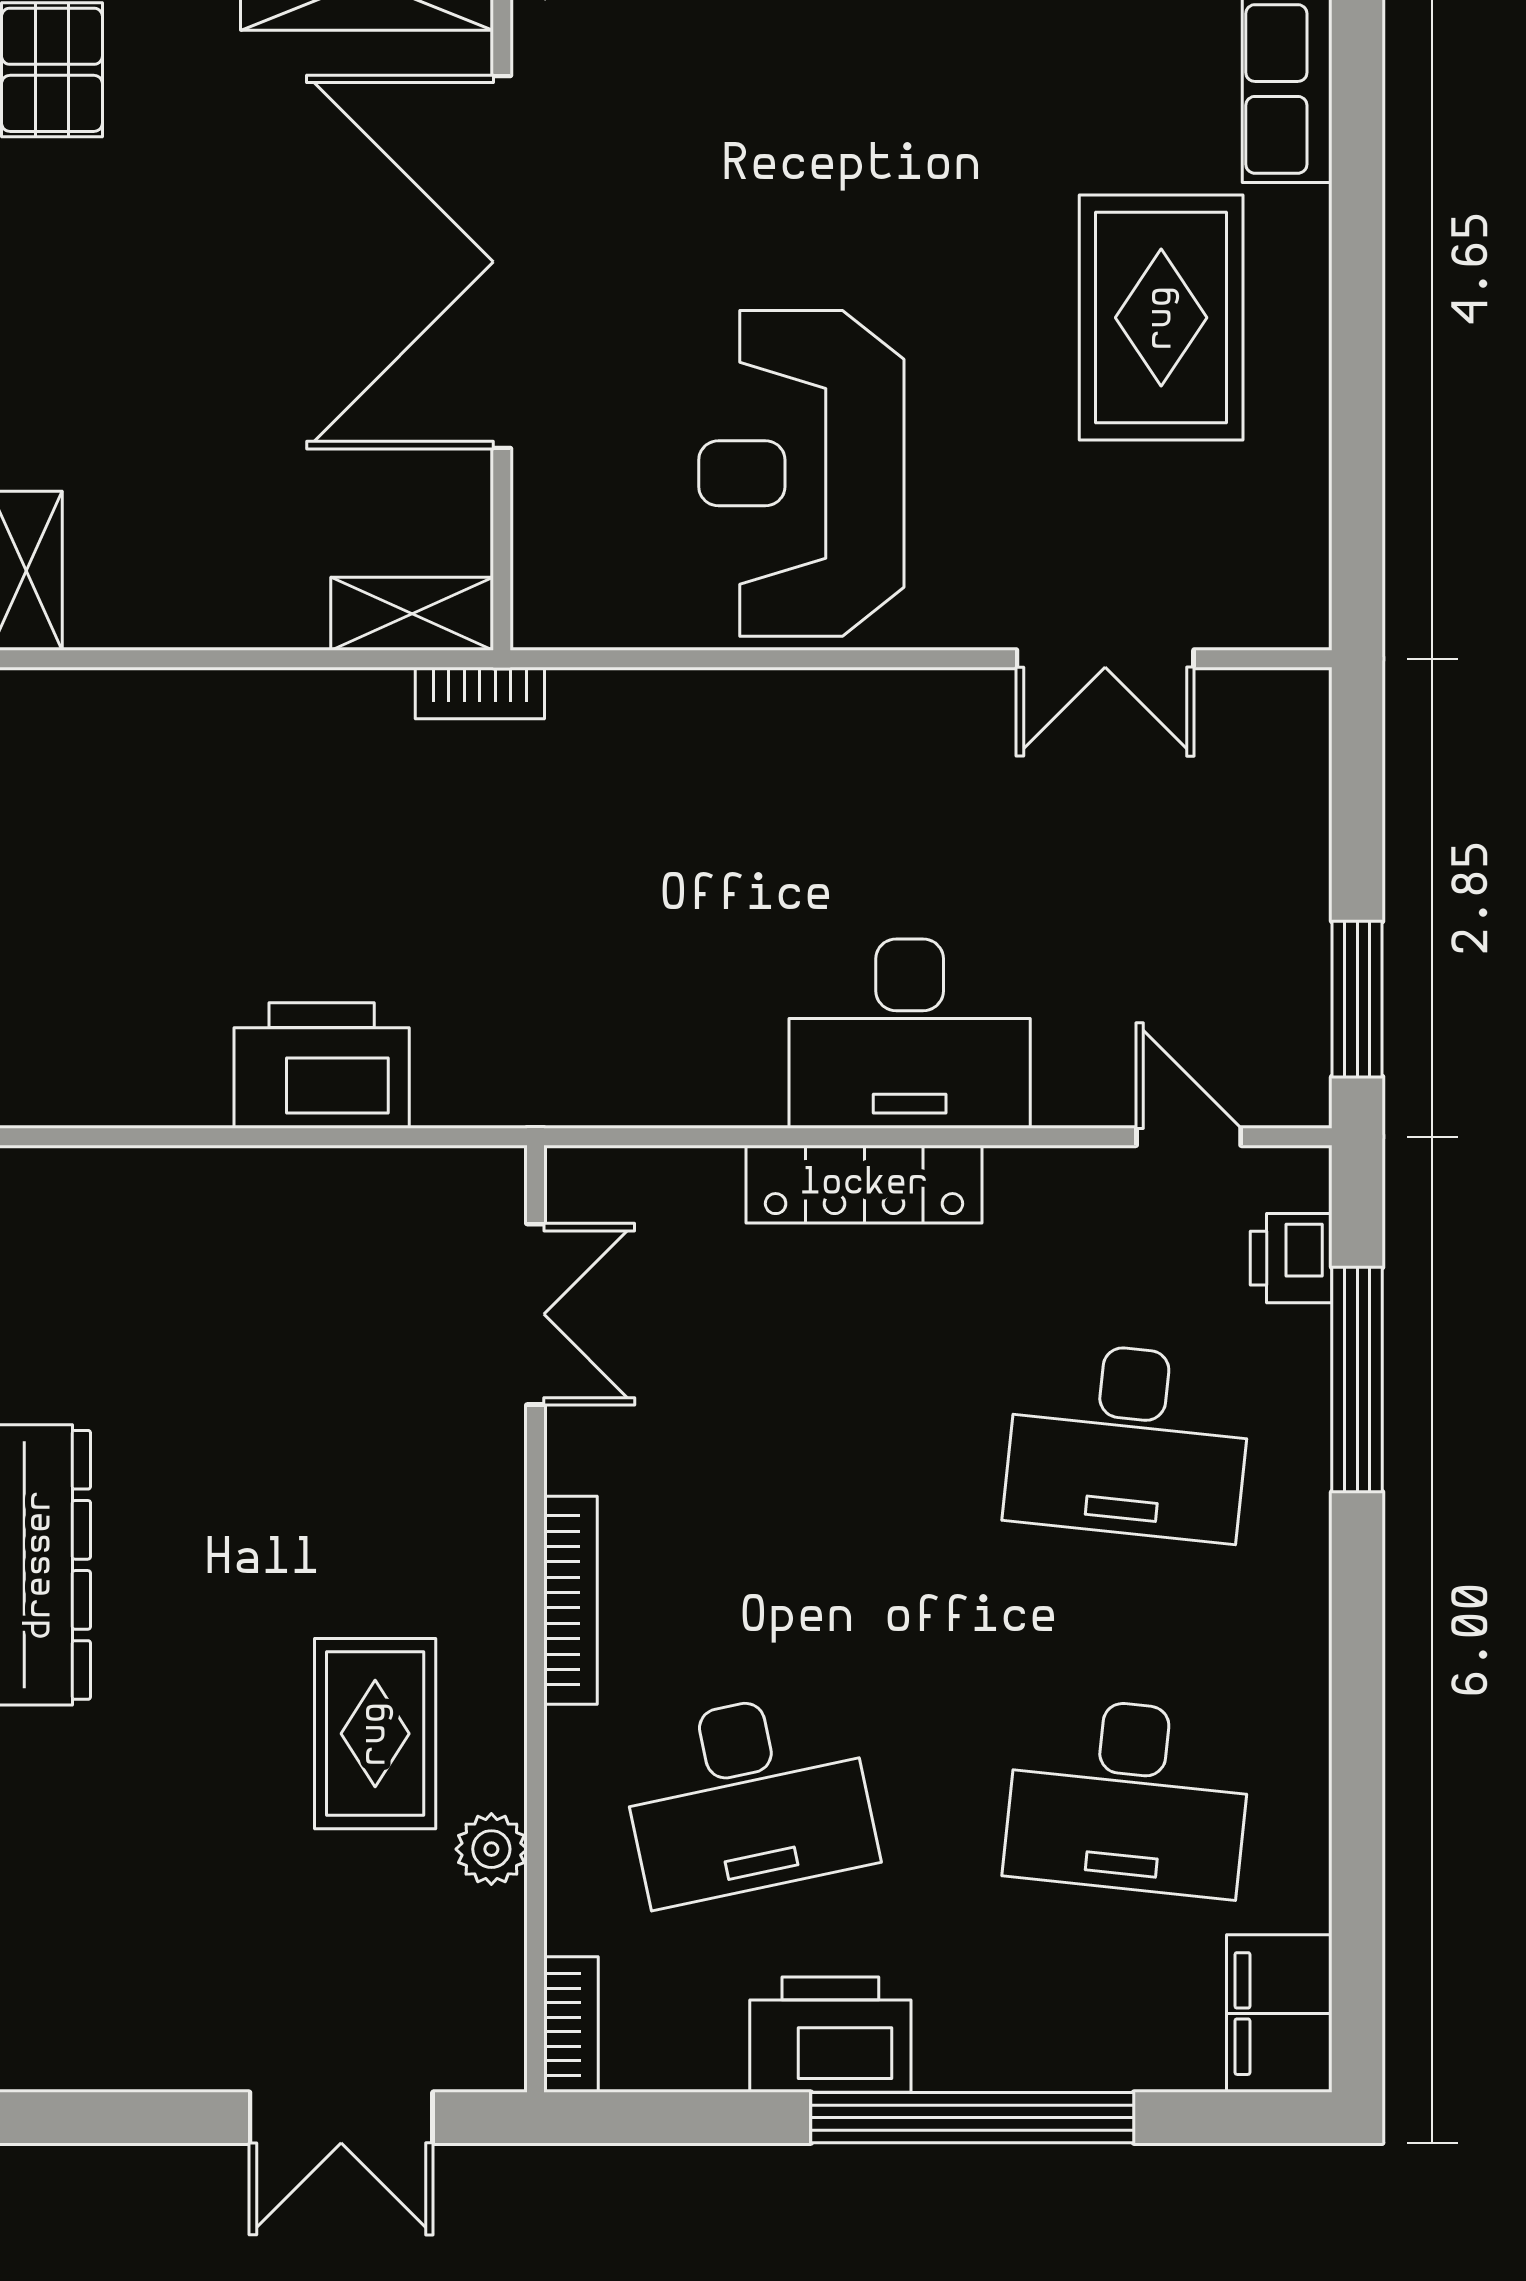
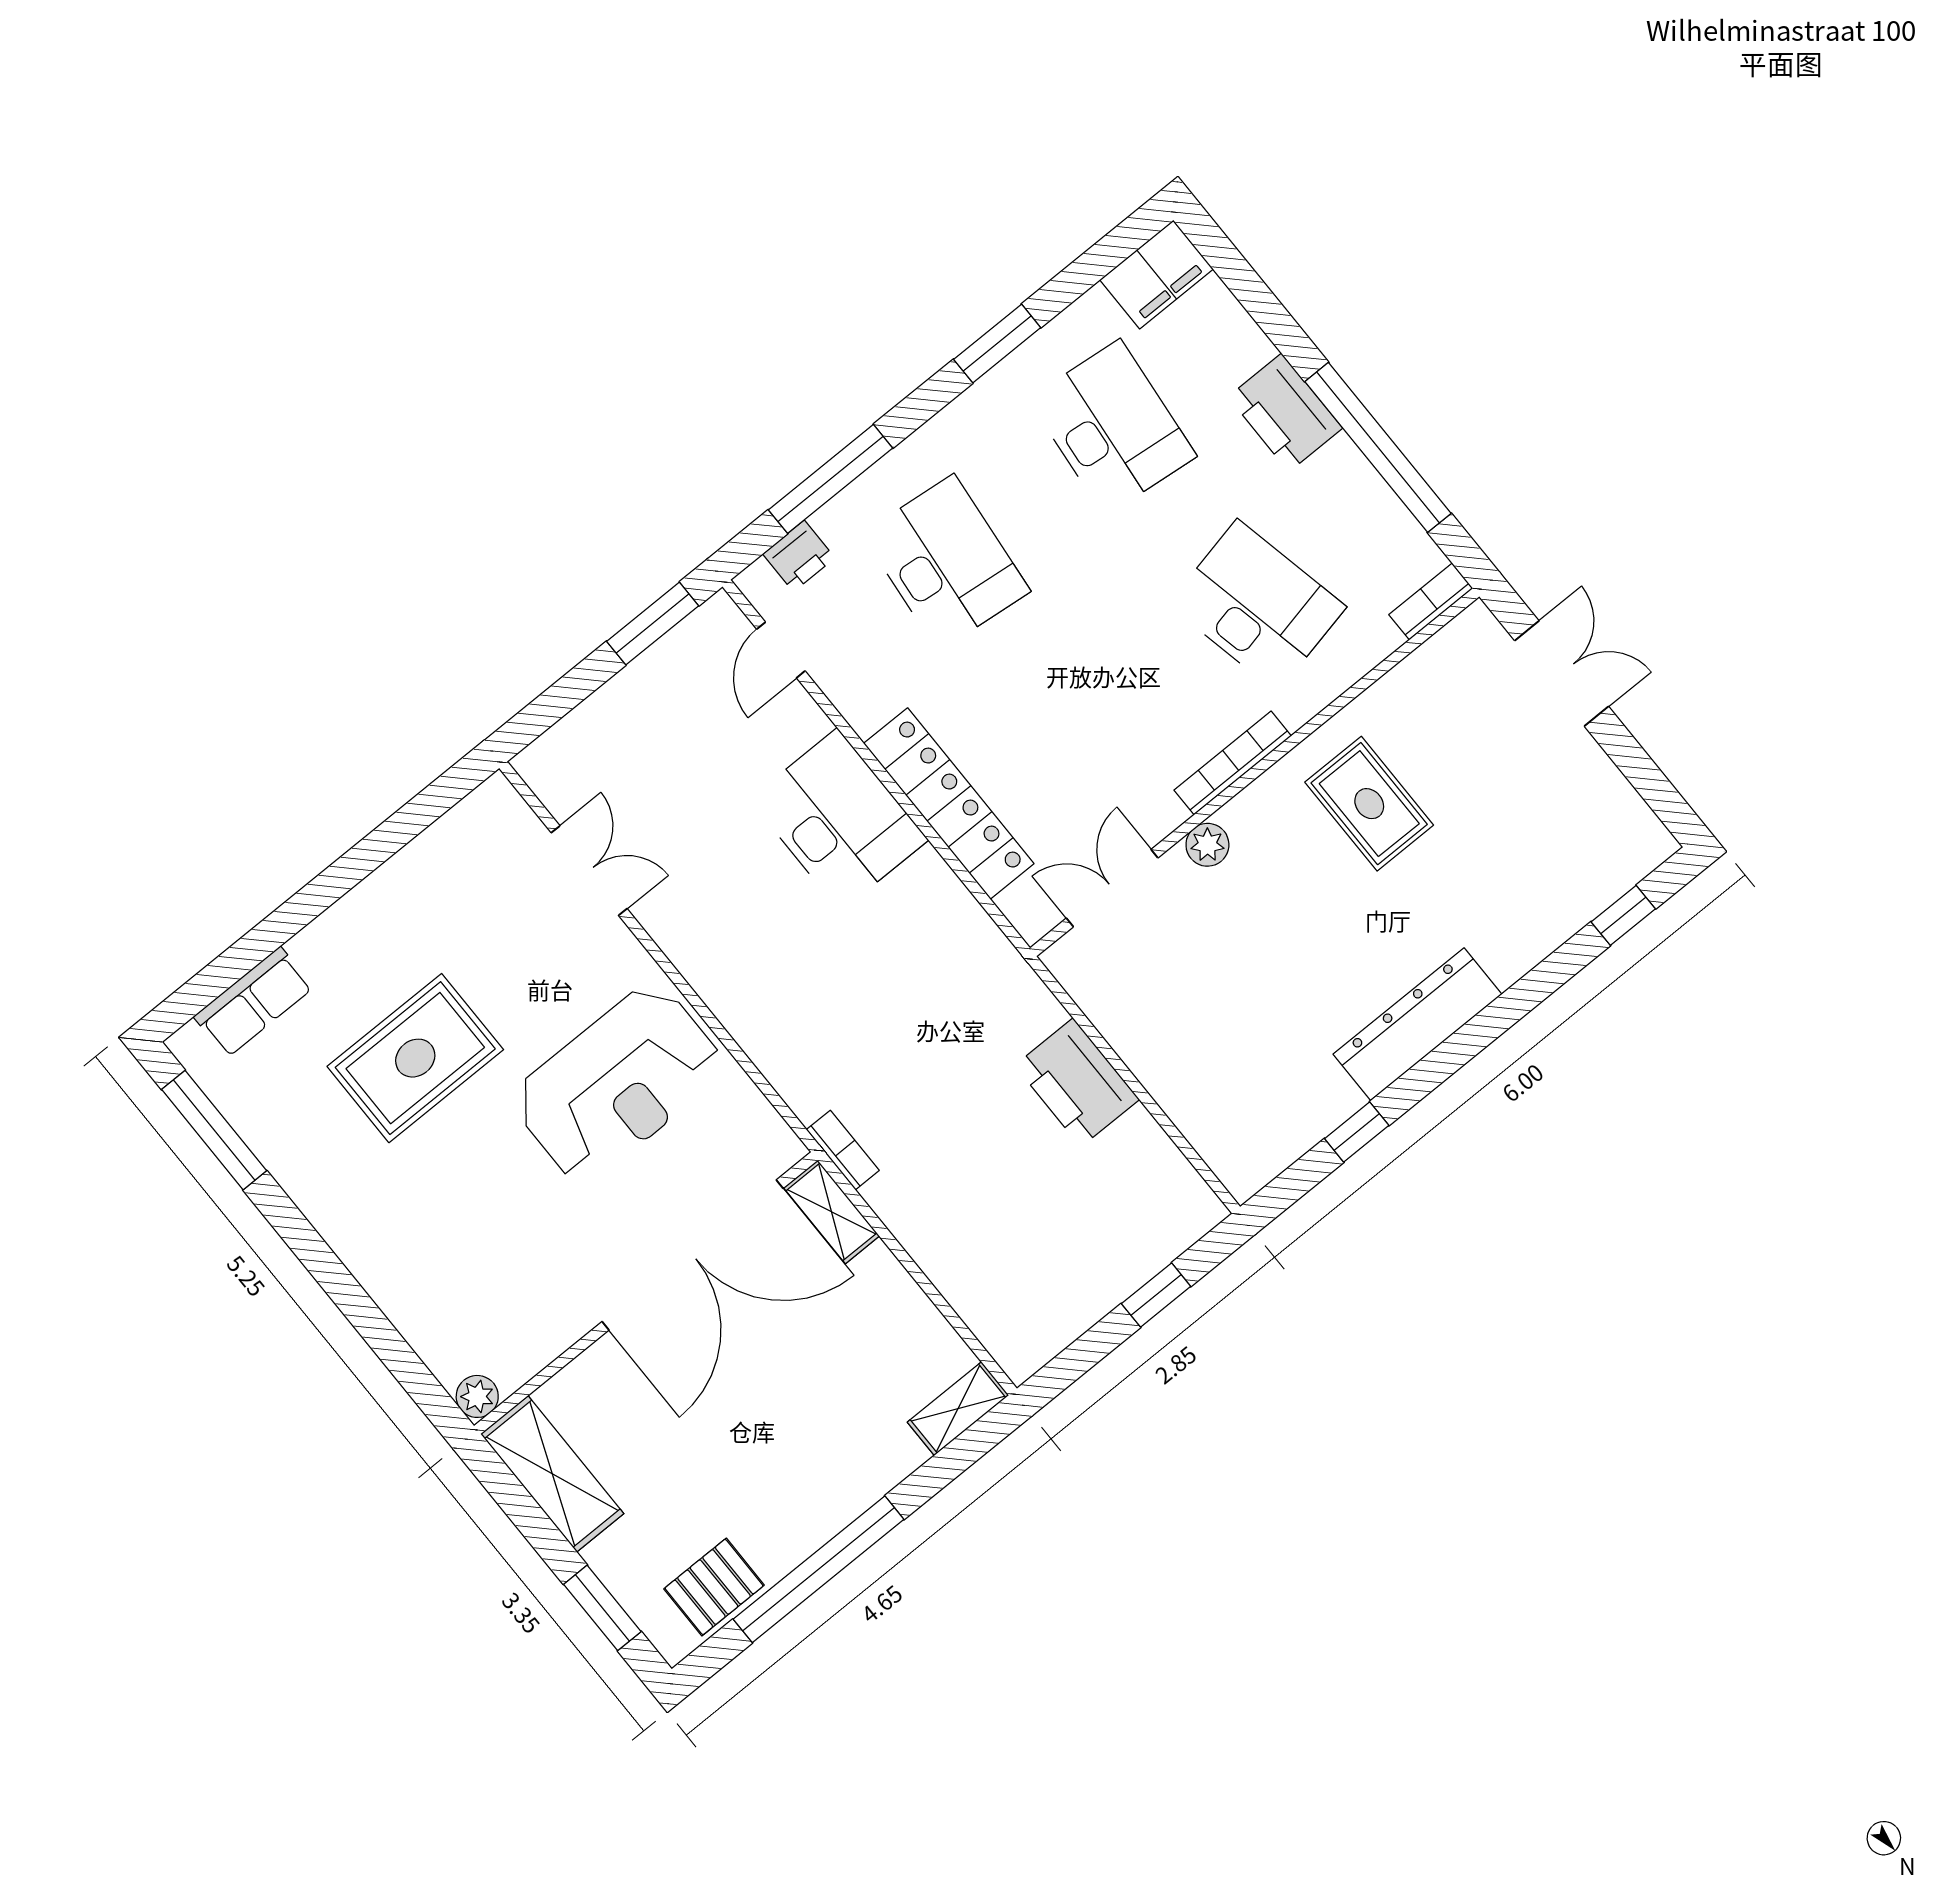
double door: (502, 262) -> (693, 1255), moved
rug: (1161, 318) -> (415, 1058), moved
locker: (864, 1184) -> (949, 804), width x1.41, depth x1.21
rug: (375, 1734) -> (1369, 804), turned 90
window: (1357, 1736) -> (997, 343), added
plant: (491, 1849) -> (1207, 845), moved
printer: (830, 2035) -> (1285, 413), moved
window: (972, 2118) -> (1378, 447), moved

